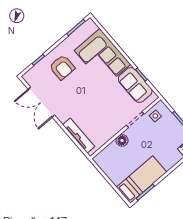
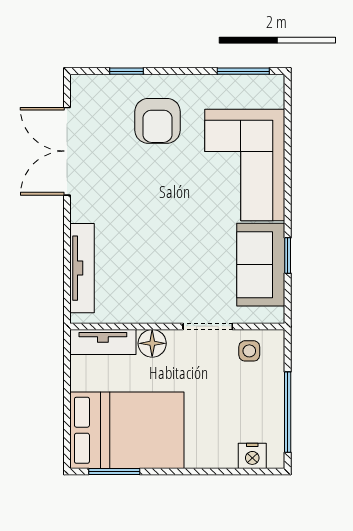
tv unit: (106, 154) -> (103, 342), added
bed: (141, 180) -> (127, 430), width x1.50

